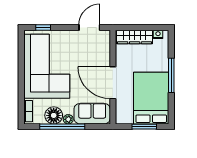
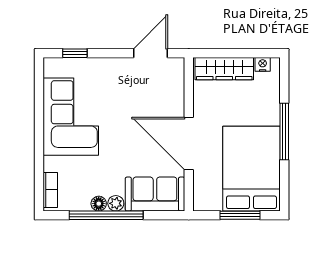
corner sofa: (47, 66) -> (71, 117), width x0.73, depth x0.74
floor lamp: (54, 115) -> (99, 204), width x0.53, depth x0.53

